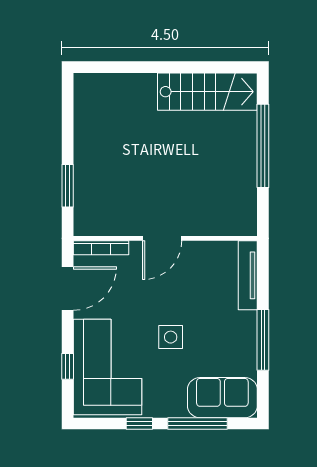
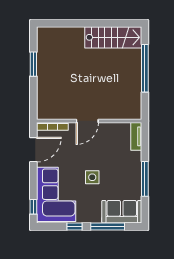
window: (68, 186) -> (33, 64), moved
tv unit: (248, 275) -> (136, 136), width x0.71
window: (68, 366) -> (33, 207), moved

